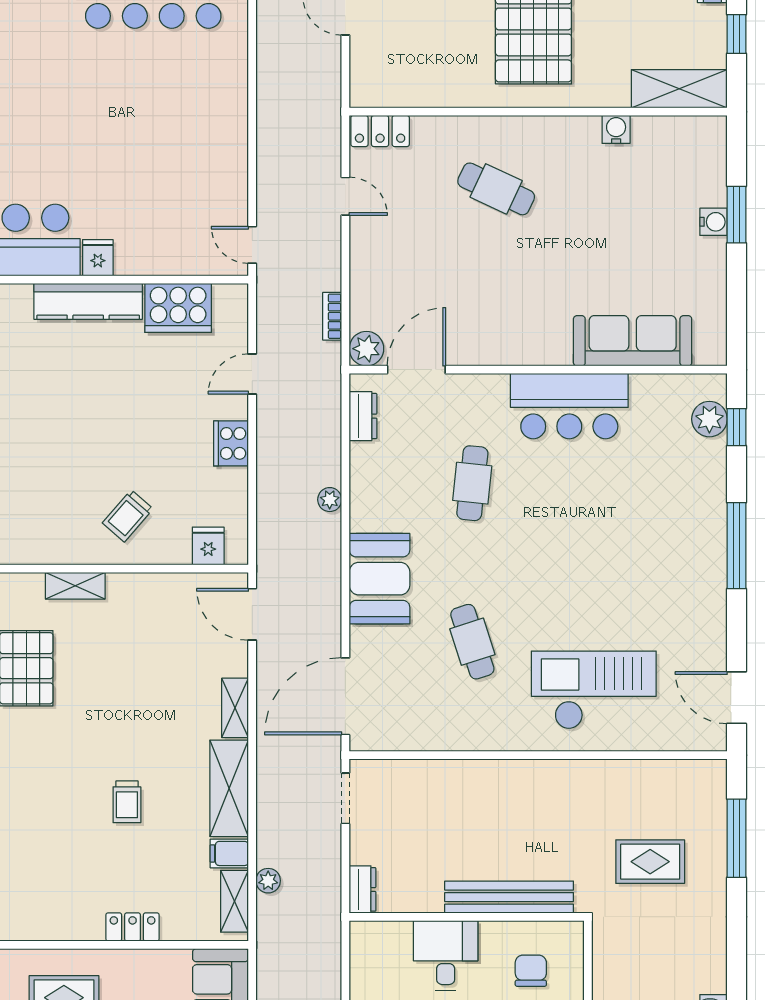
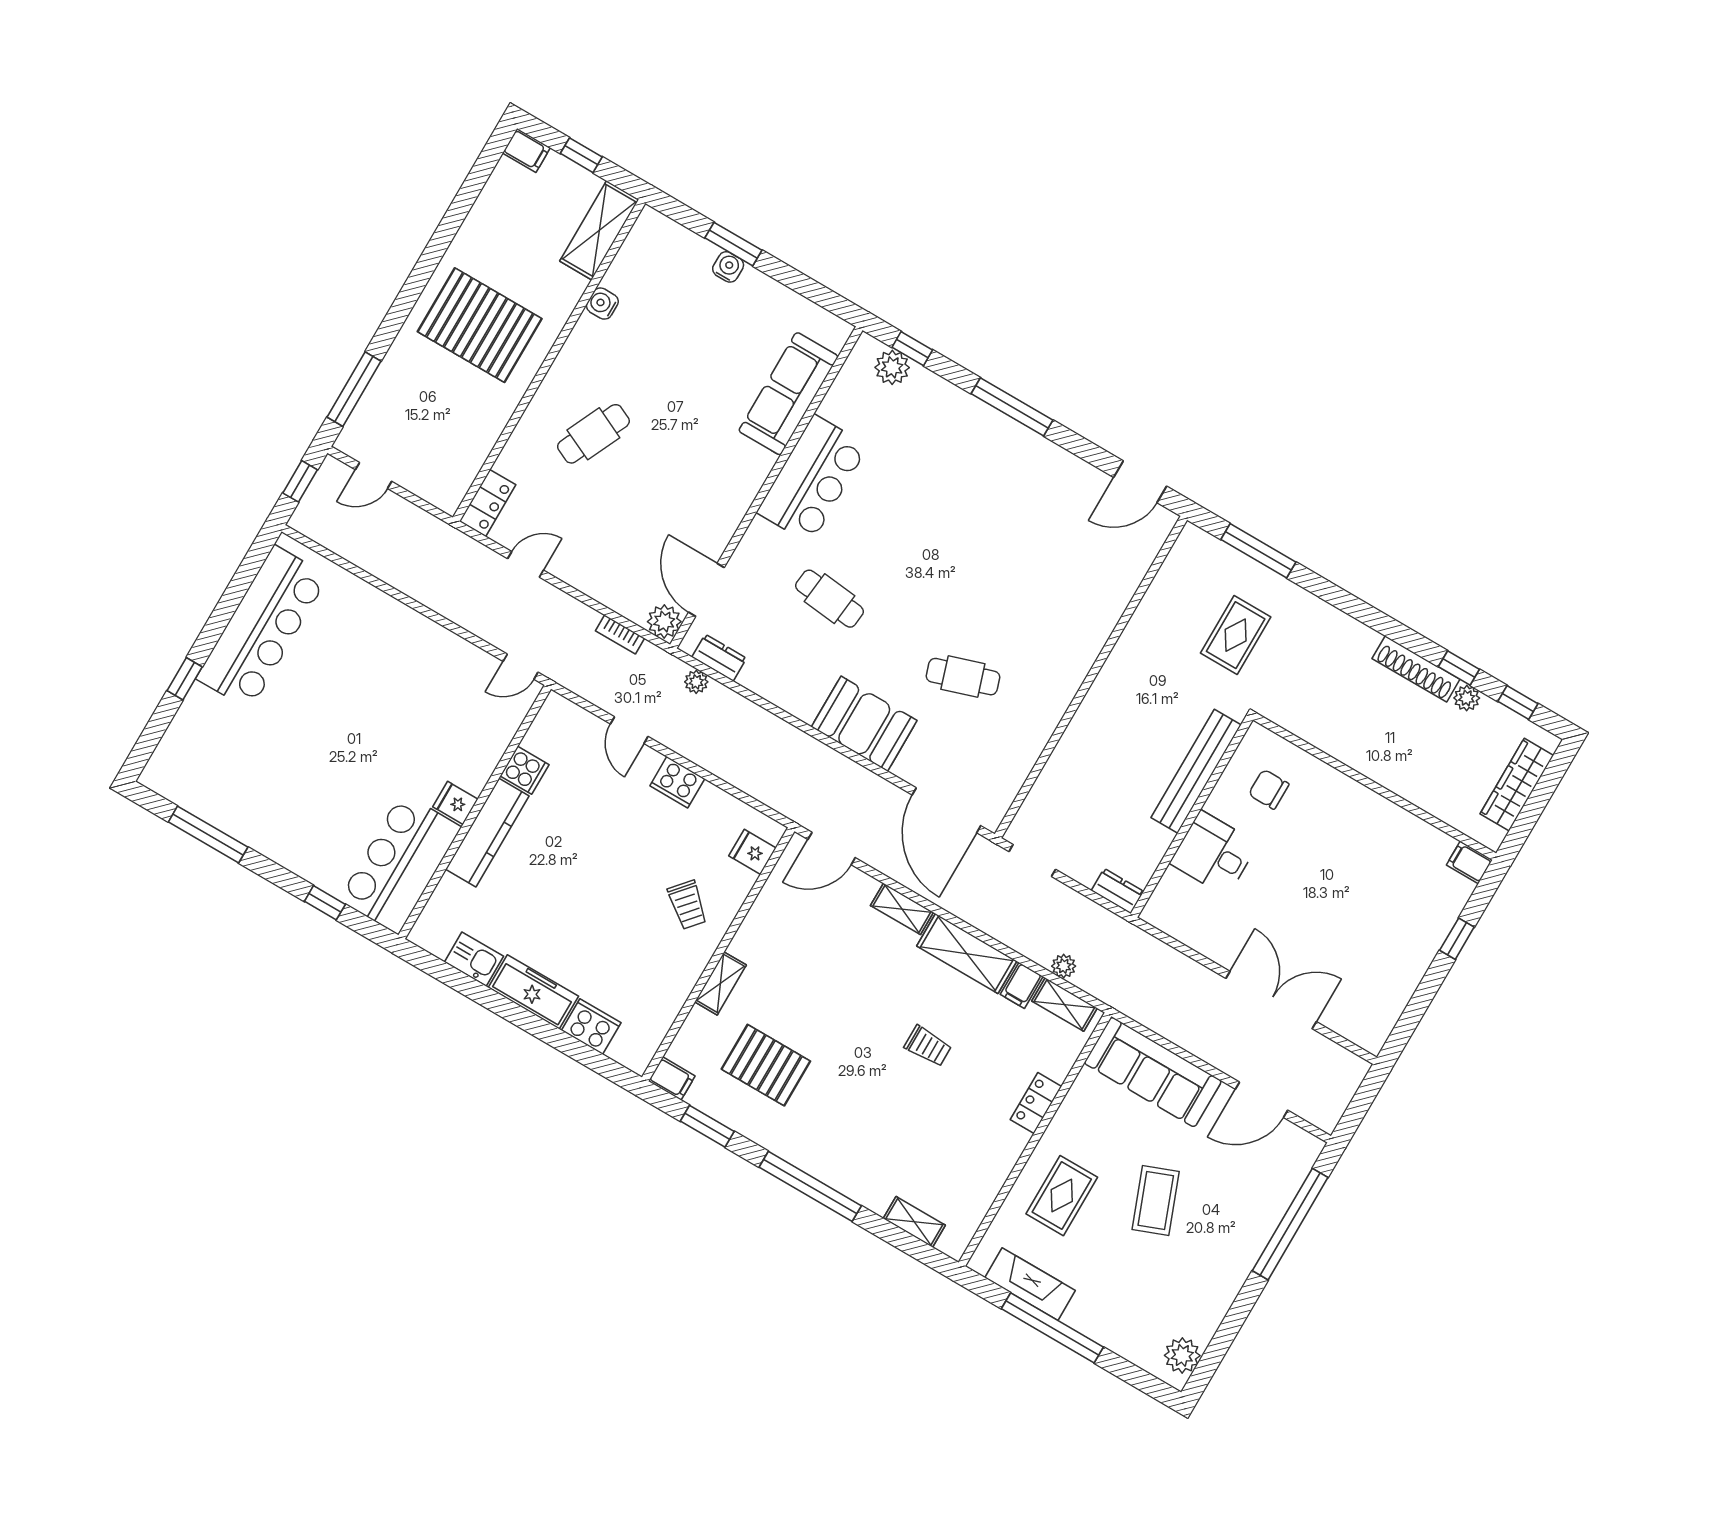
cooker: (178, 308) -> (525, 770), width x0.53, depth x0.76
plant: (330, 500) -> (696, 682), moved
checkout: (594, 690) -> (1063, 598), removed

